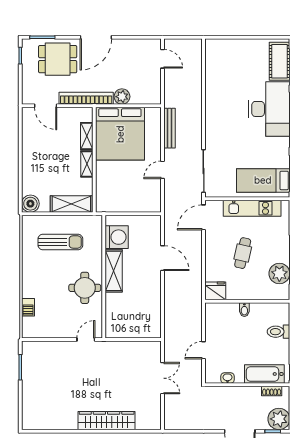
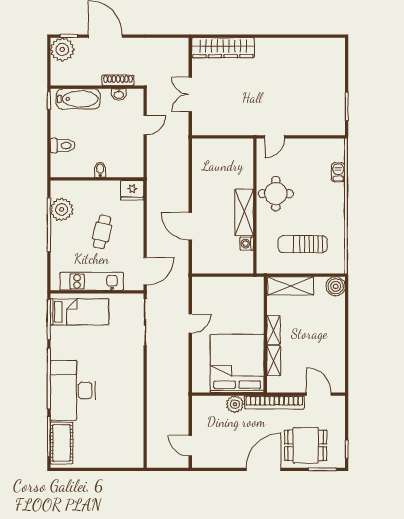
bench: (169, 128) -> (183, 369), removed
washing machine: (117, 237) -> (247, 244), width x0.53, depth x0.53
shoe rack: (272, 391) -> (118, 80), moved, width x1.43
wardrobe: (107, 421) -> (223, 48), moved

